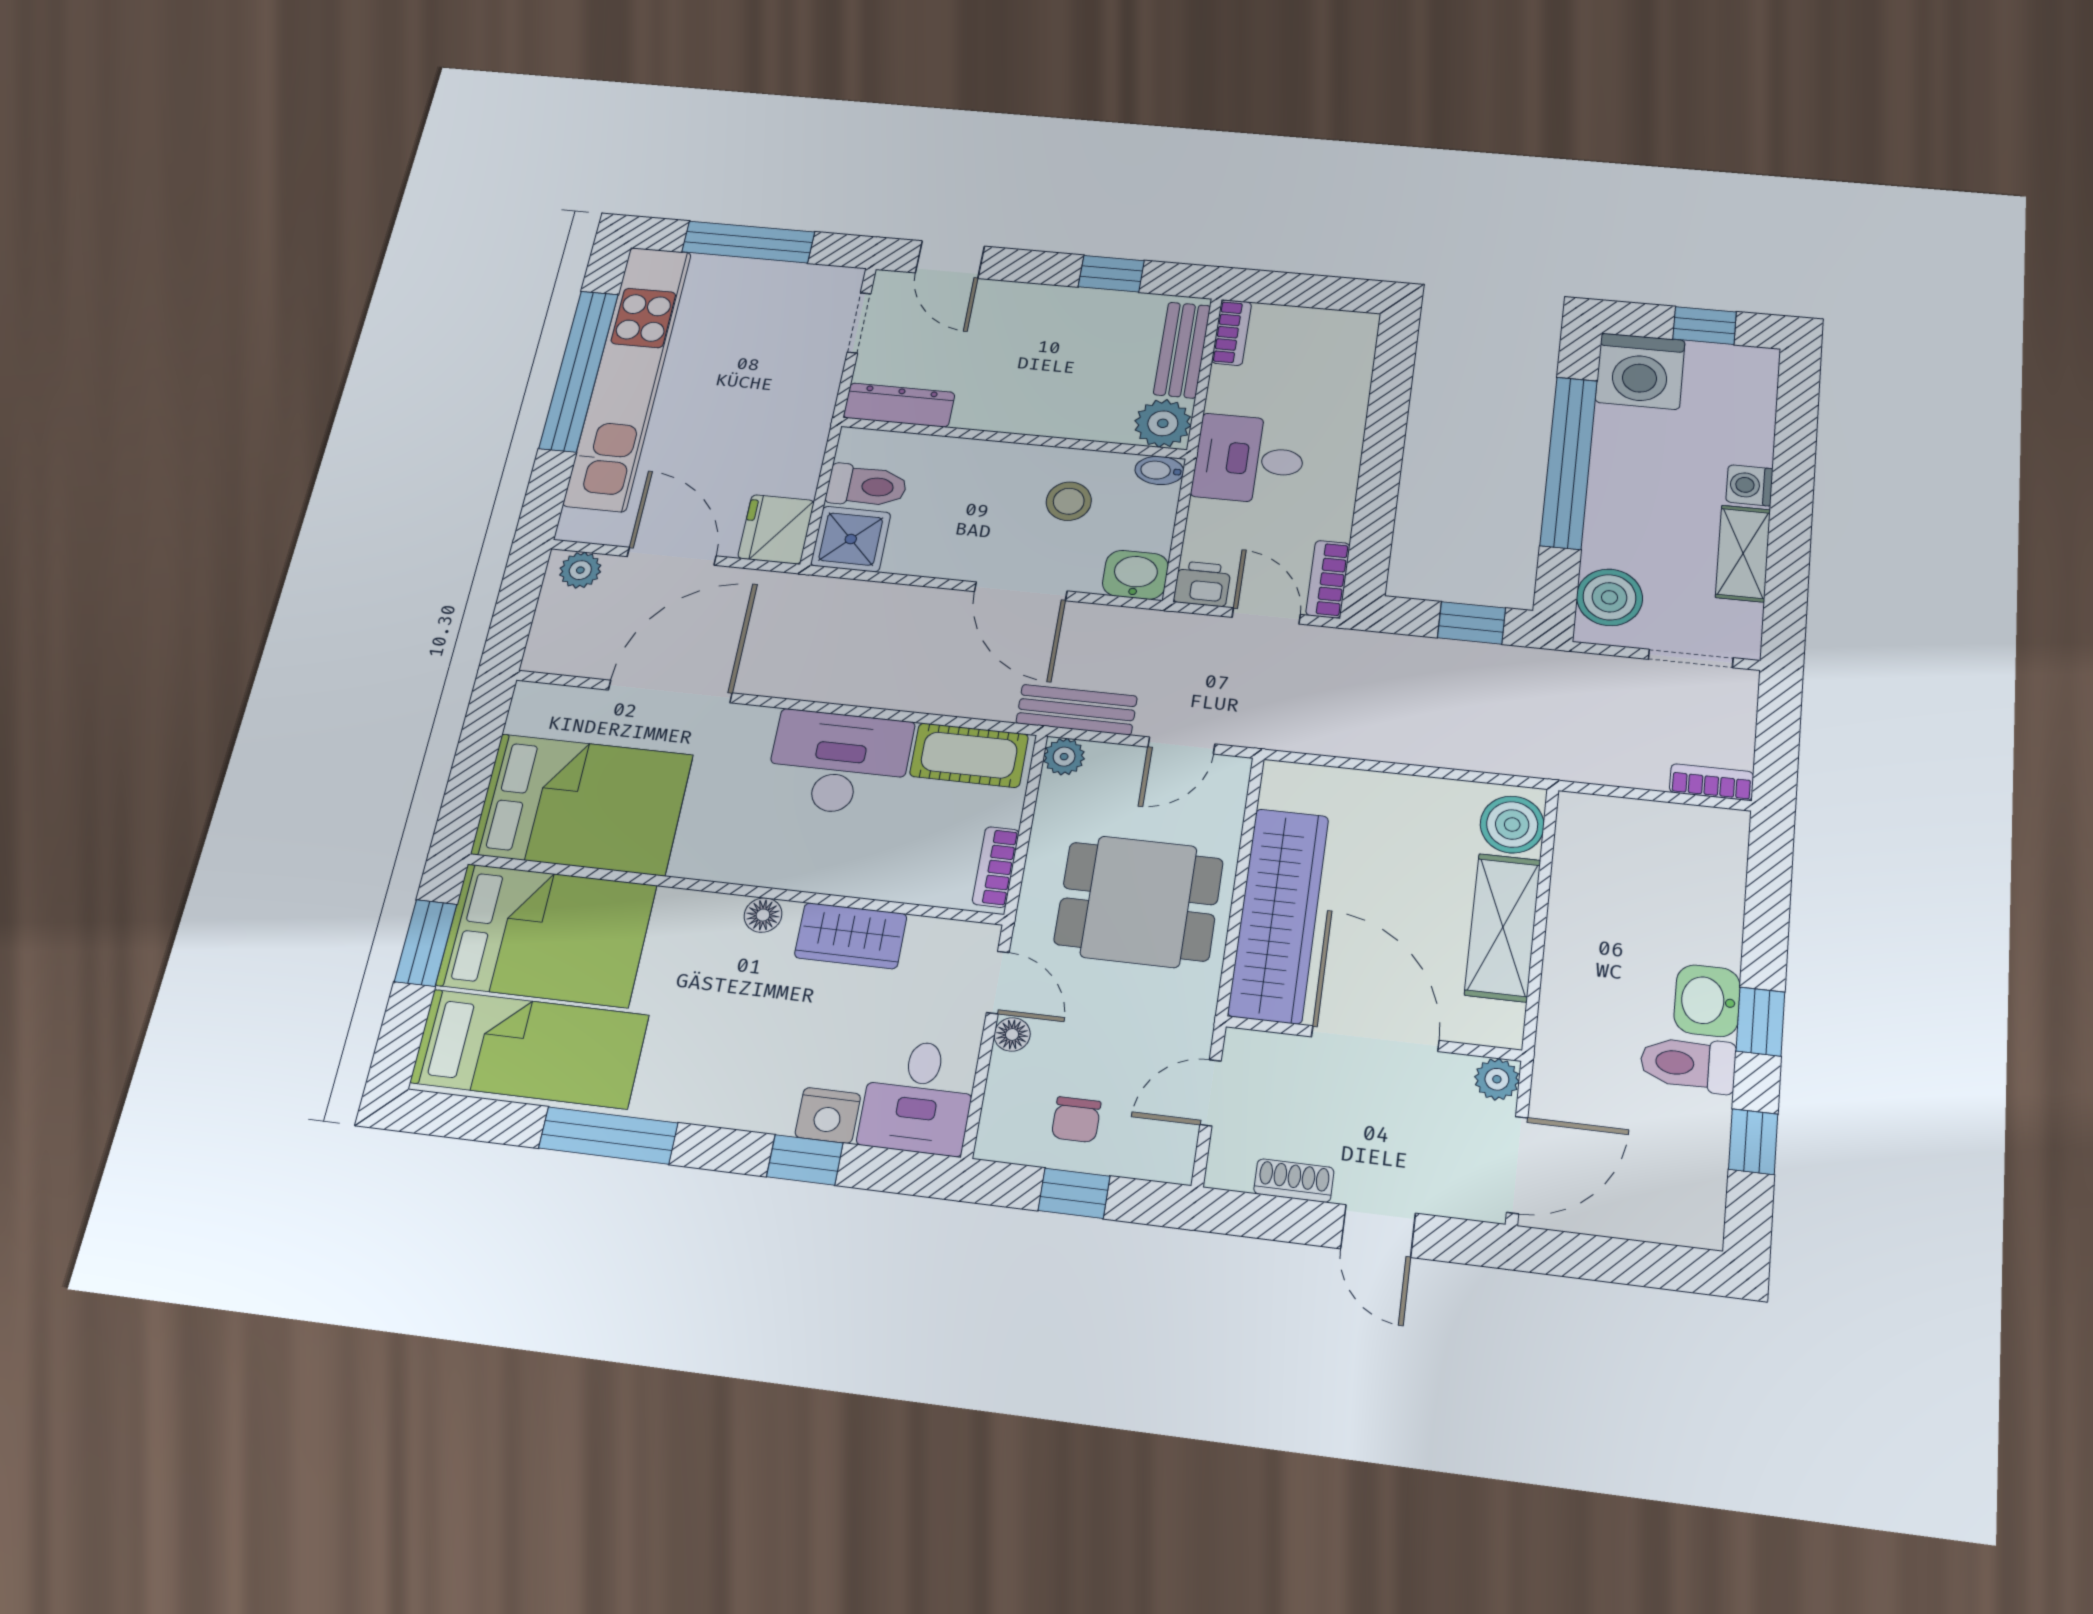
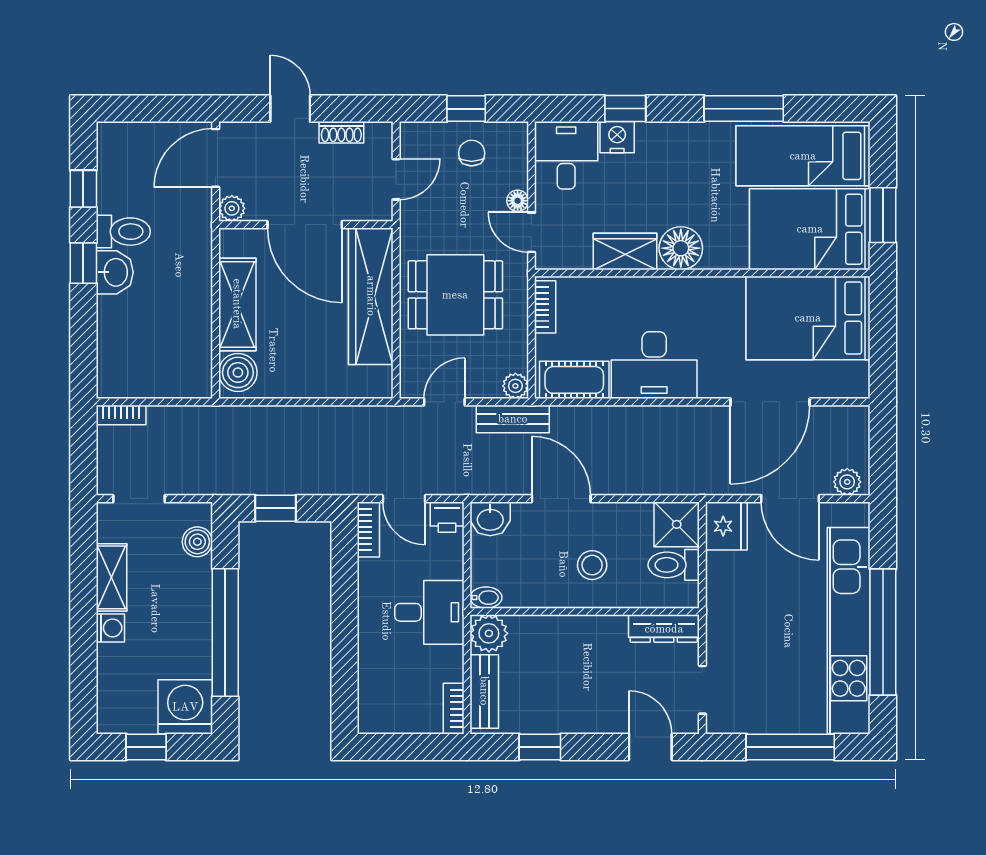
stool: (1069, 501) -> (592, 565), moved
boiler: (1609, 597) -> (197, 542), width x0.73, depth x0.73
floor lamp: (763, 915) -> (681, 248), width x1.89, depth x1.89

